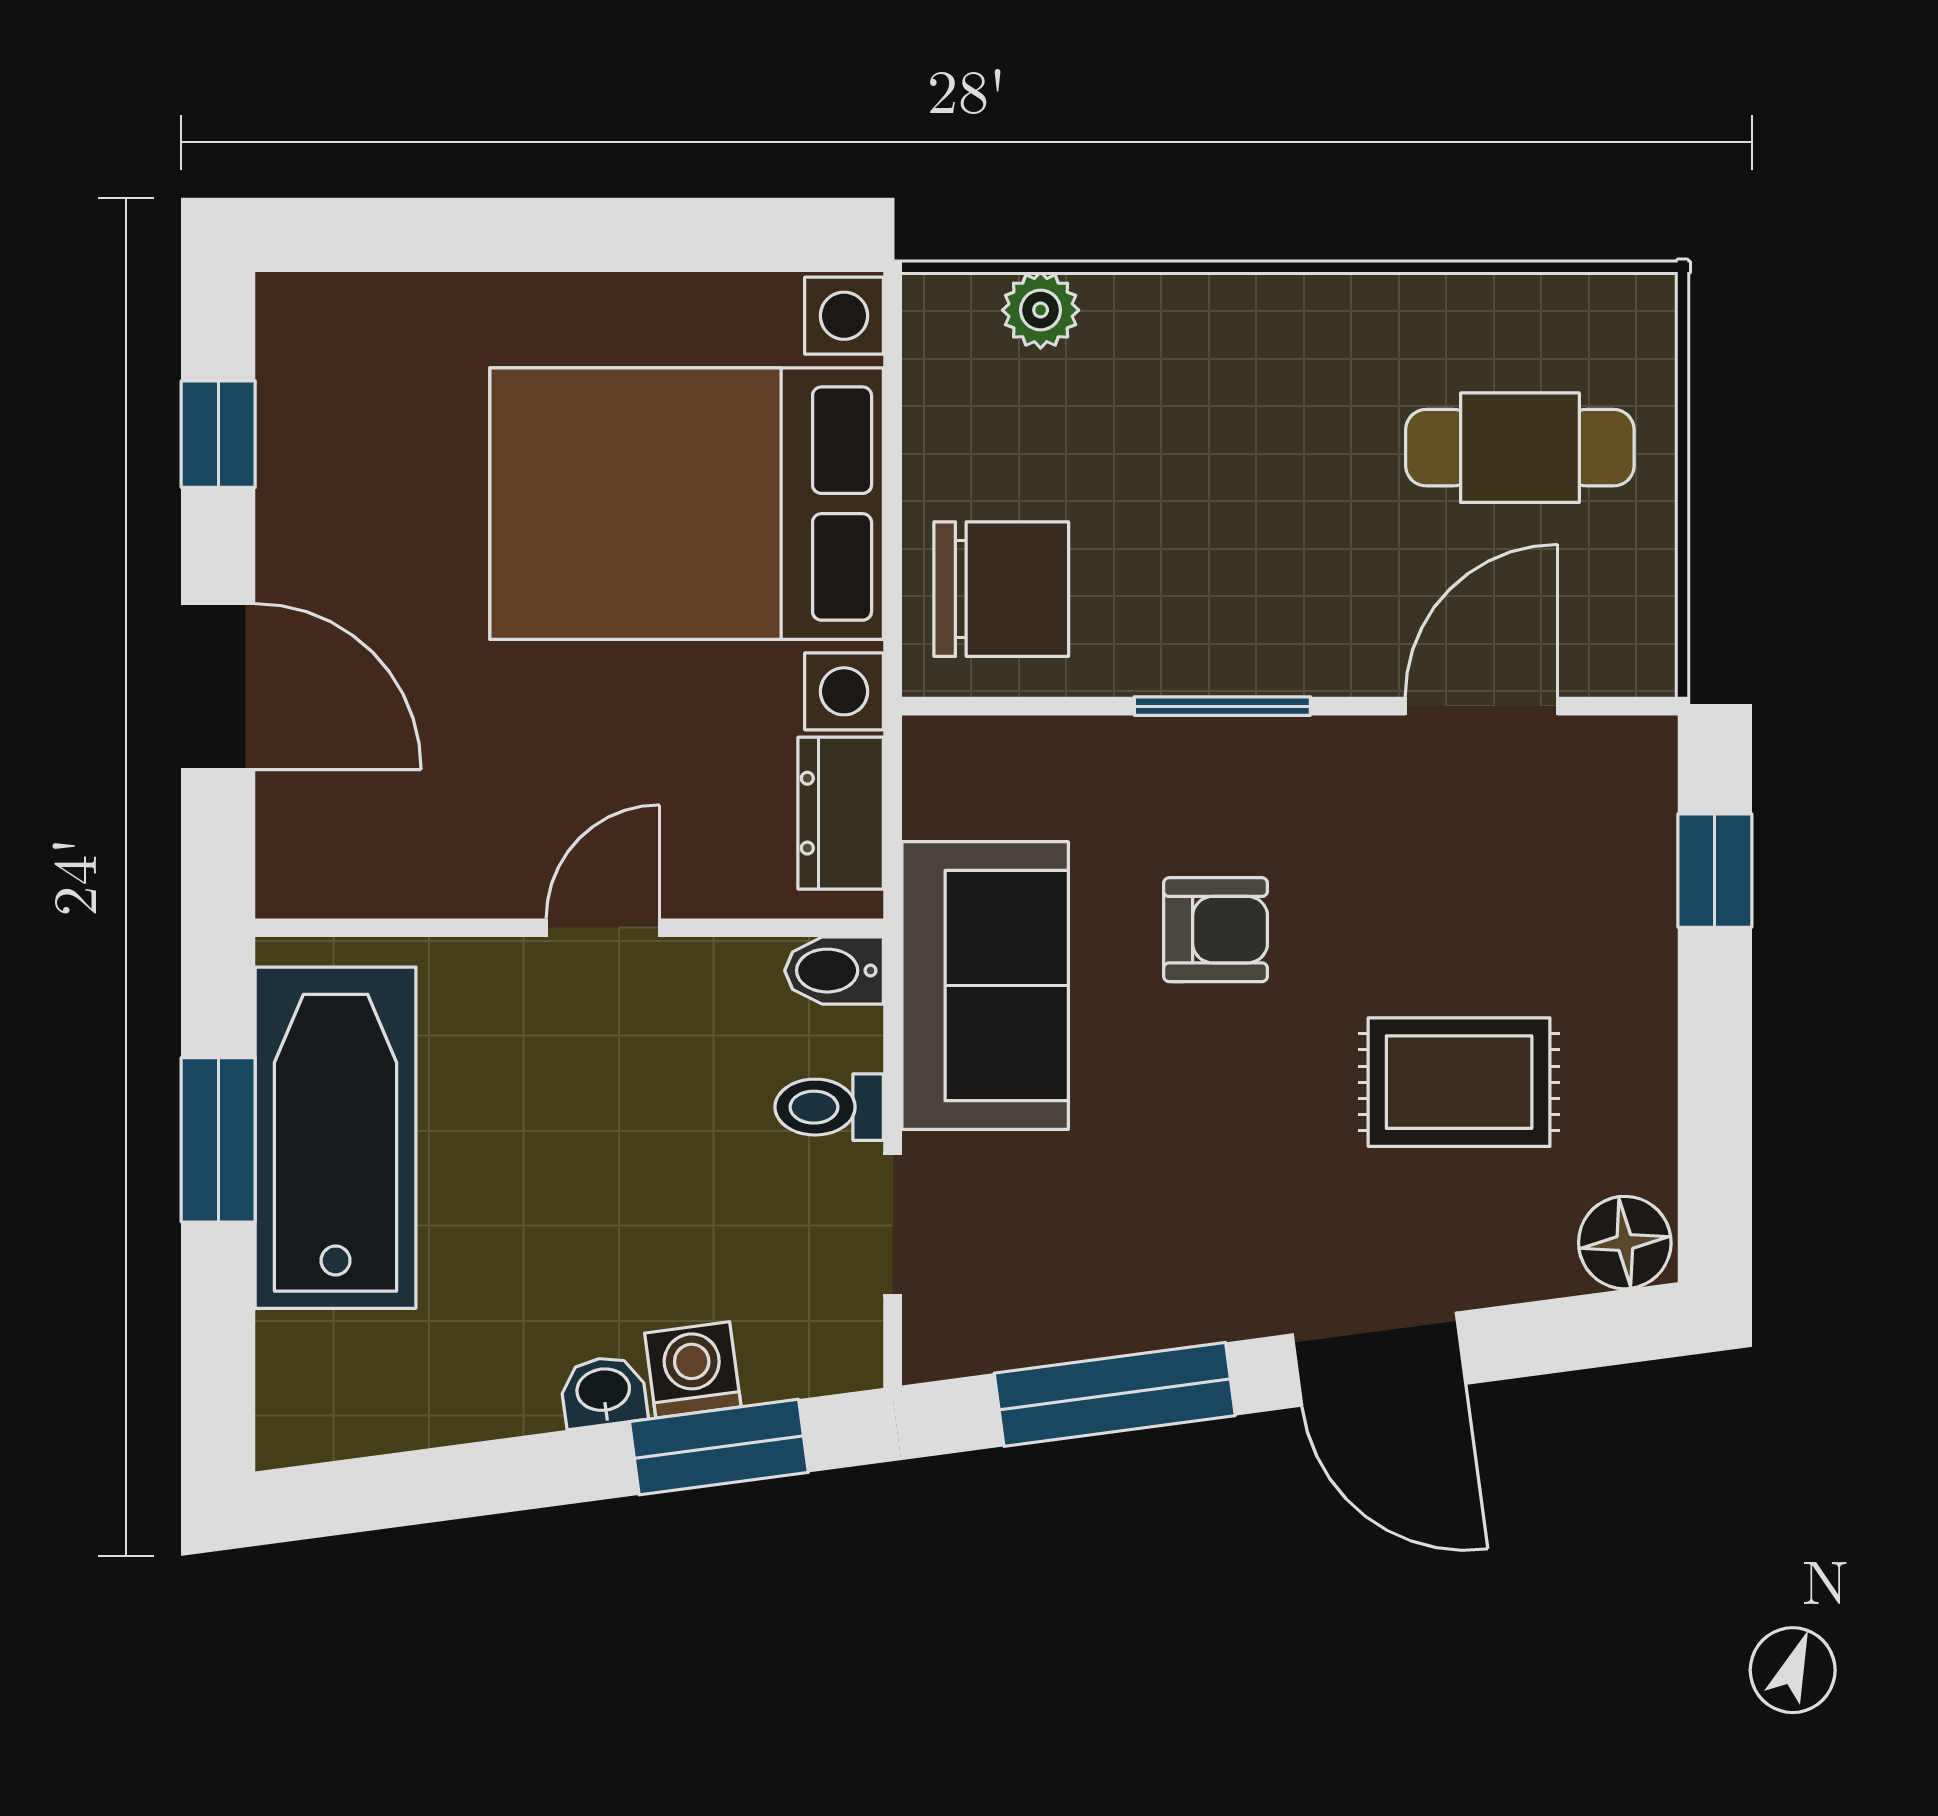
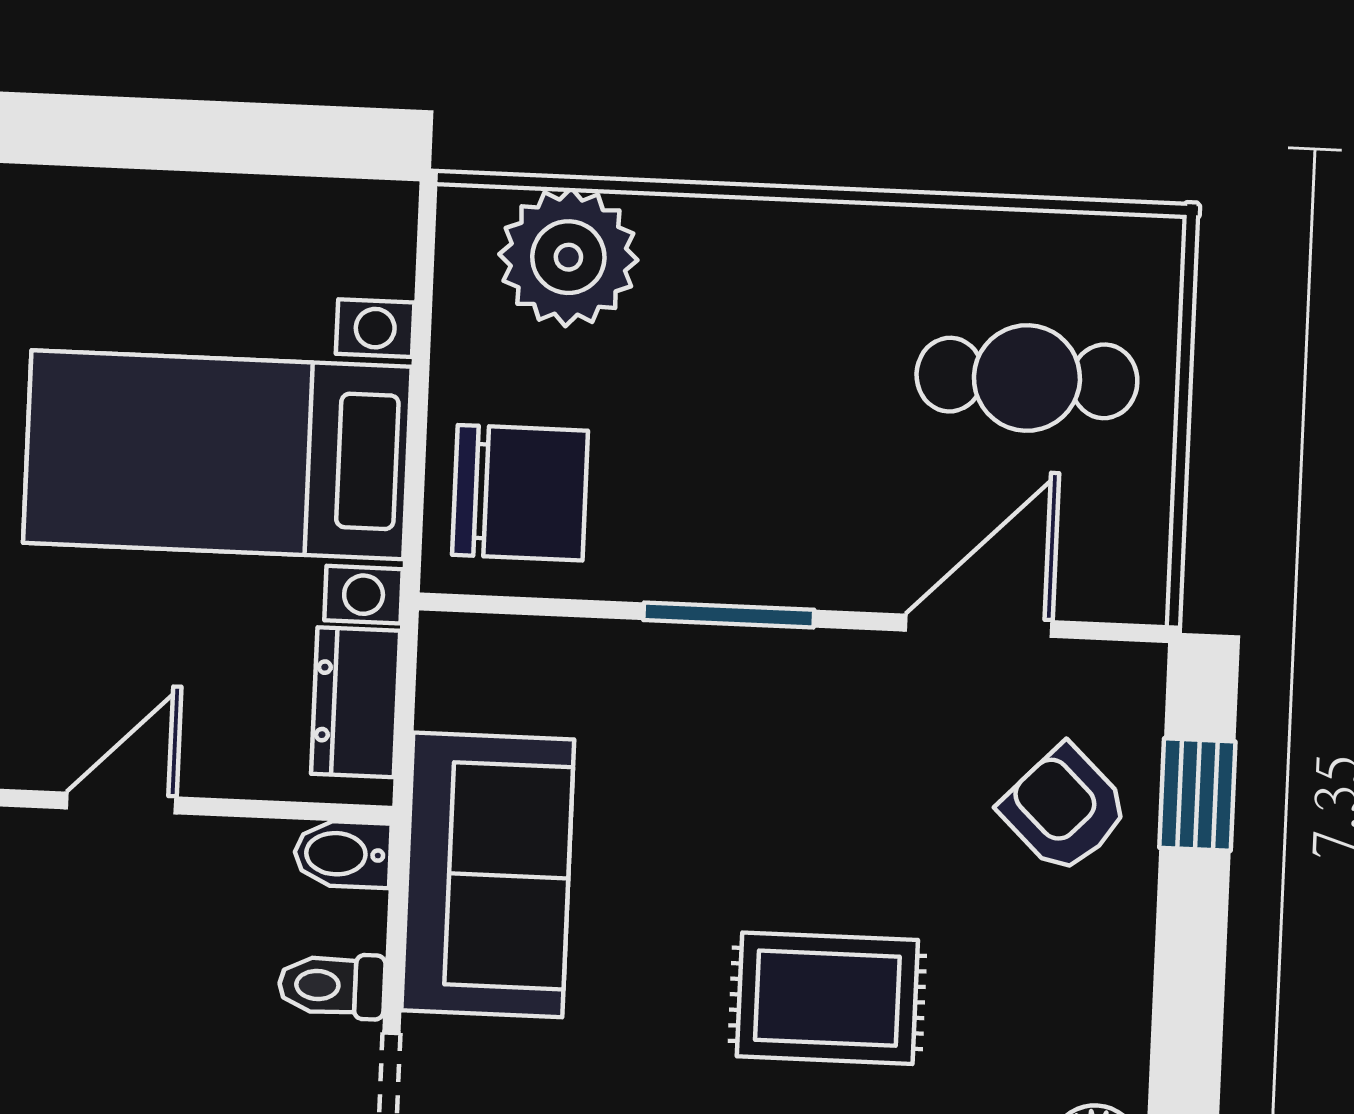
plant: (1041, 310) -> (568, 257), width x1.88, depth x1.88
bed with nightstands: (687, 504) -> (217, 455), width x0.73
armchair: (1216, 930) -> (1065, 809), moved, turned -136
rug: (1459, 1082) -> (827, 998), moved

